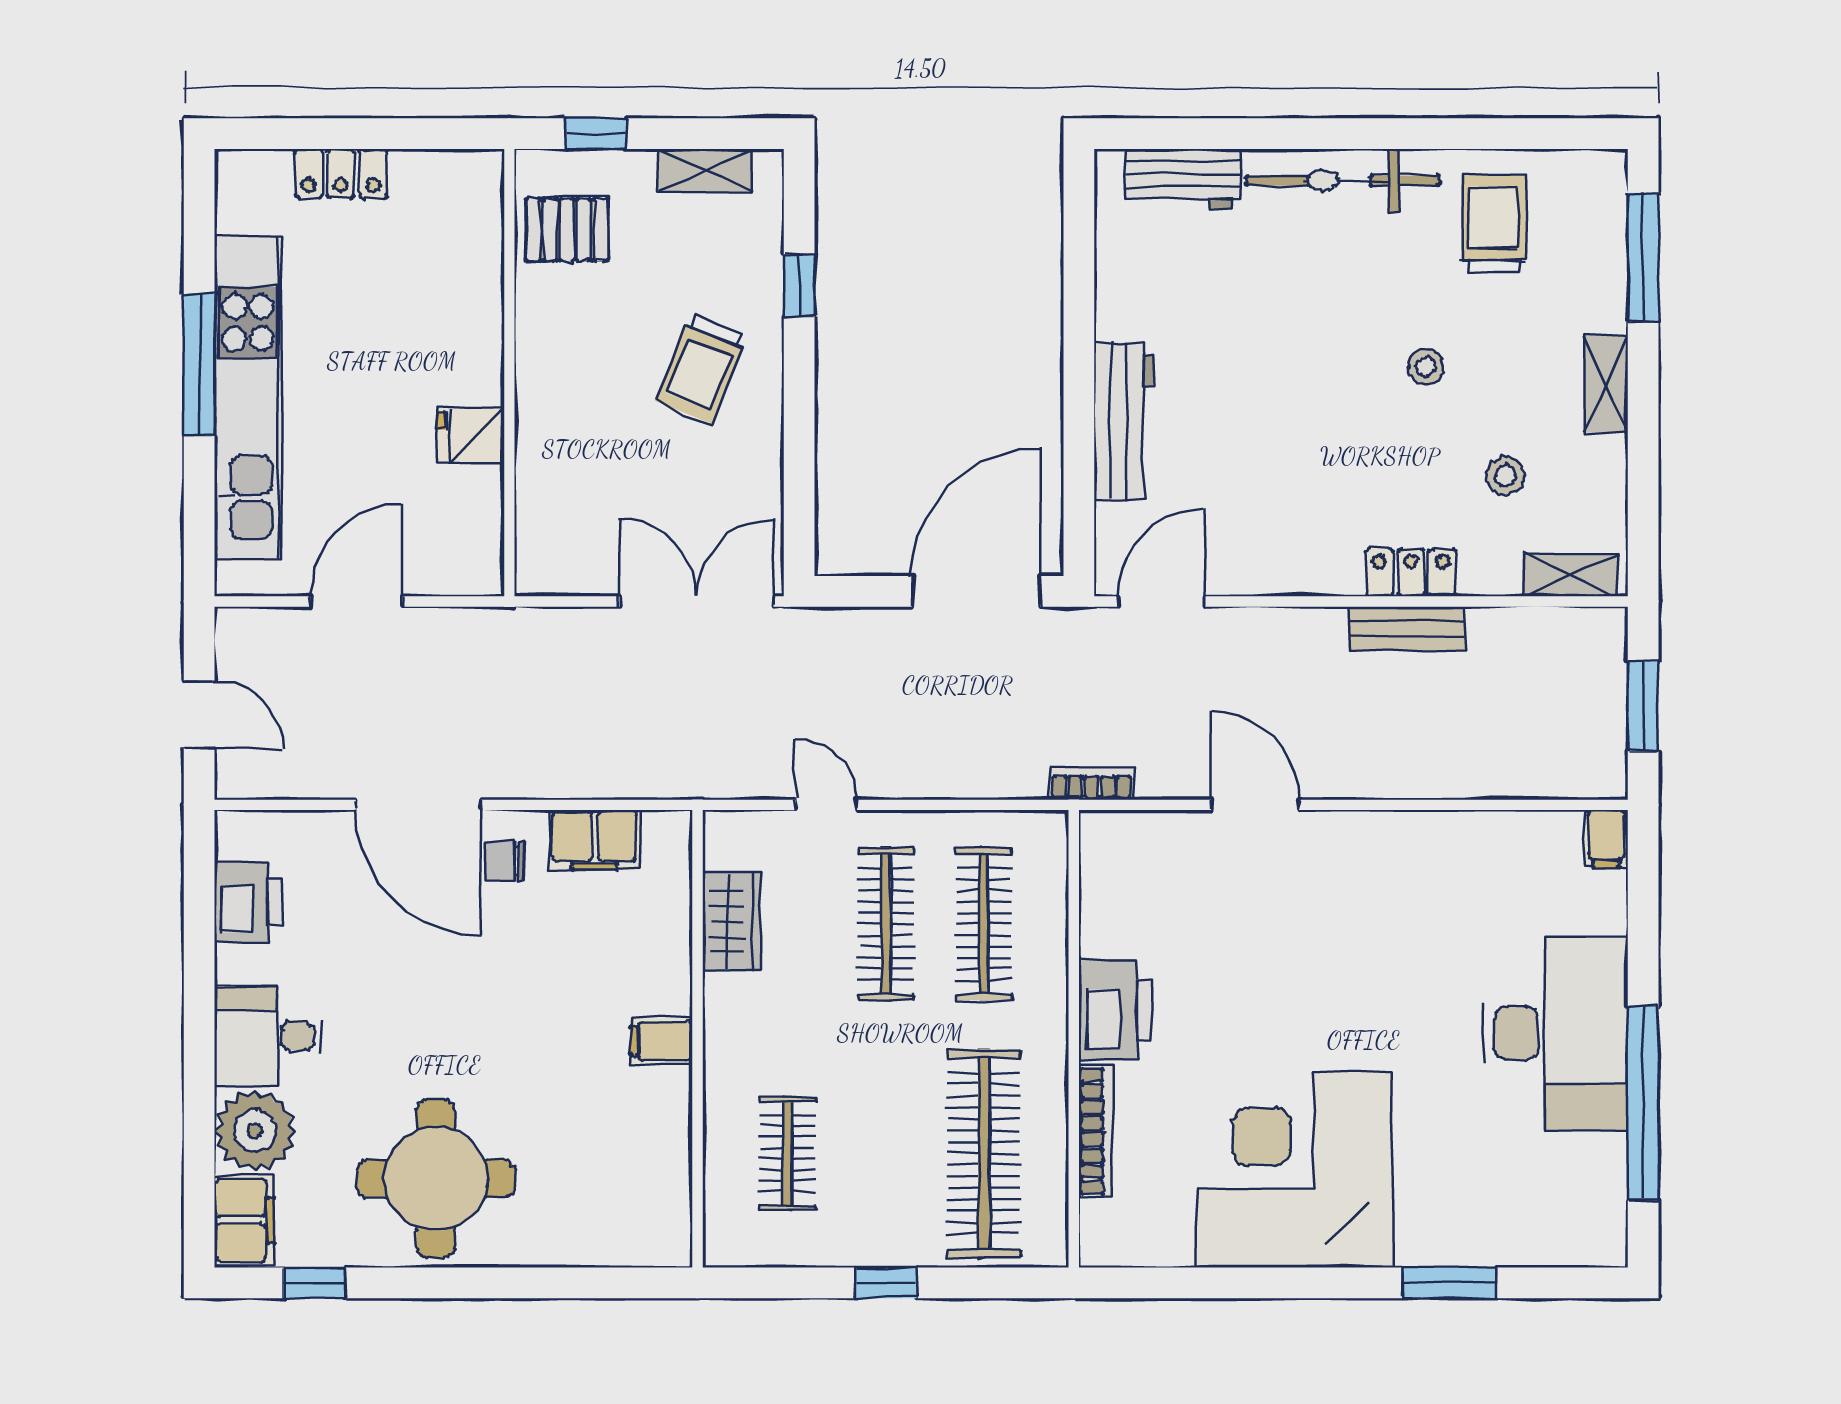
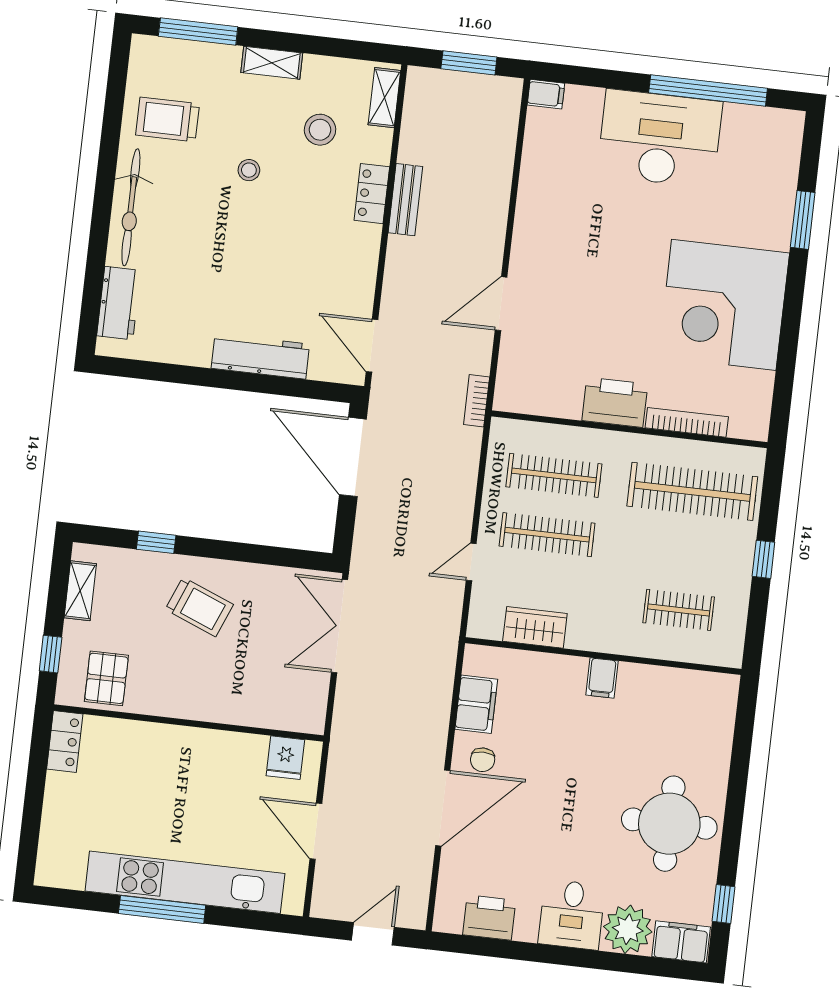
locker: (341, 174) -> (65, 741), moved
fridge: (471, 435) -> (285, 758), moved
stool: (1505, 475) -> (320, 130), width x1.37, depth x1.37

